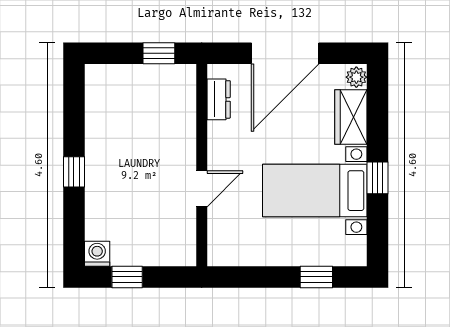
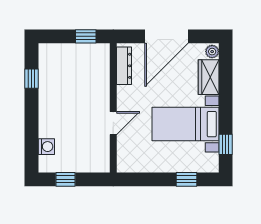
dresser: (219, 99) -> (124, 66), width x1.44
window: (74, 172) -> (31, 79), moved
window: (377, 178) -> (226, 144), moved
washing machine: (97, 254) -> (46, 147), moved, turned 90

